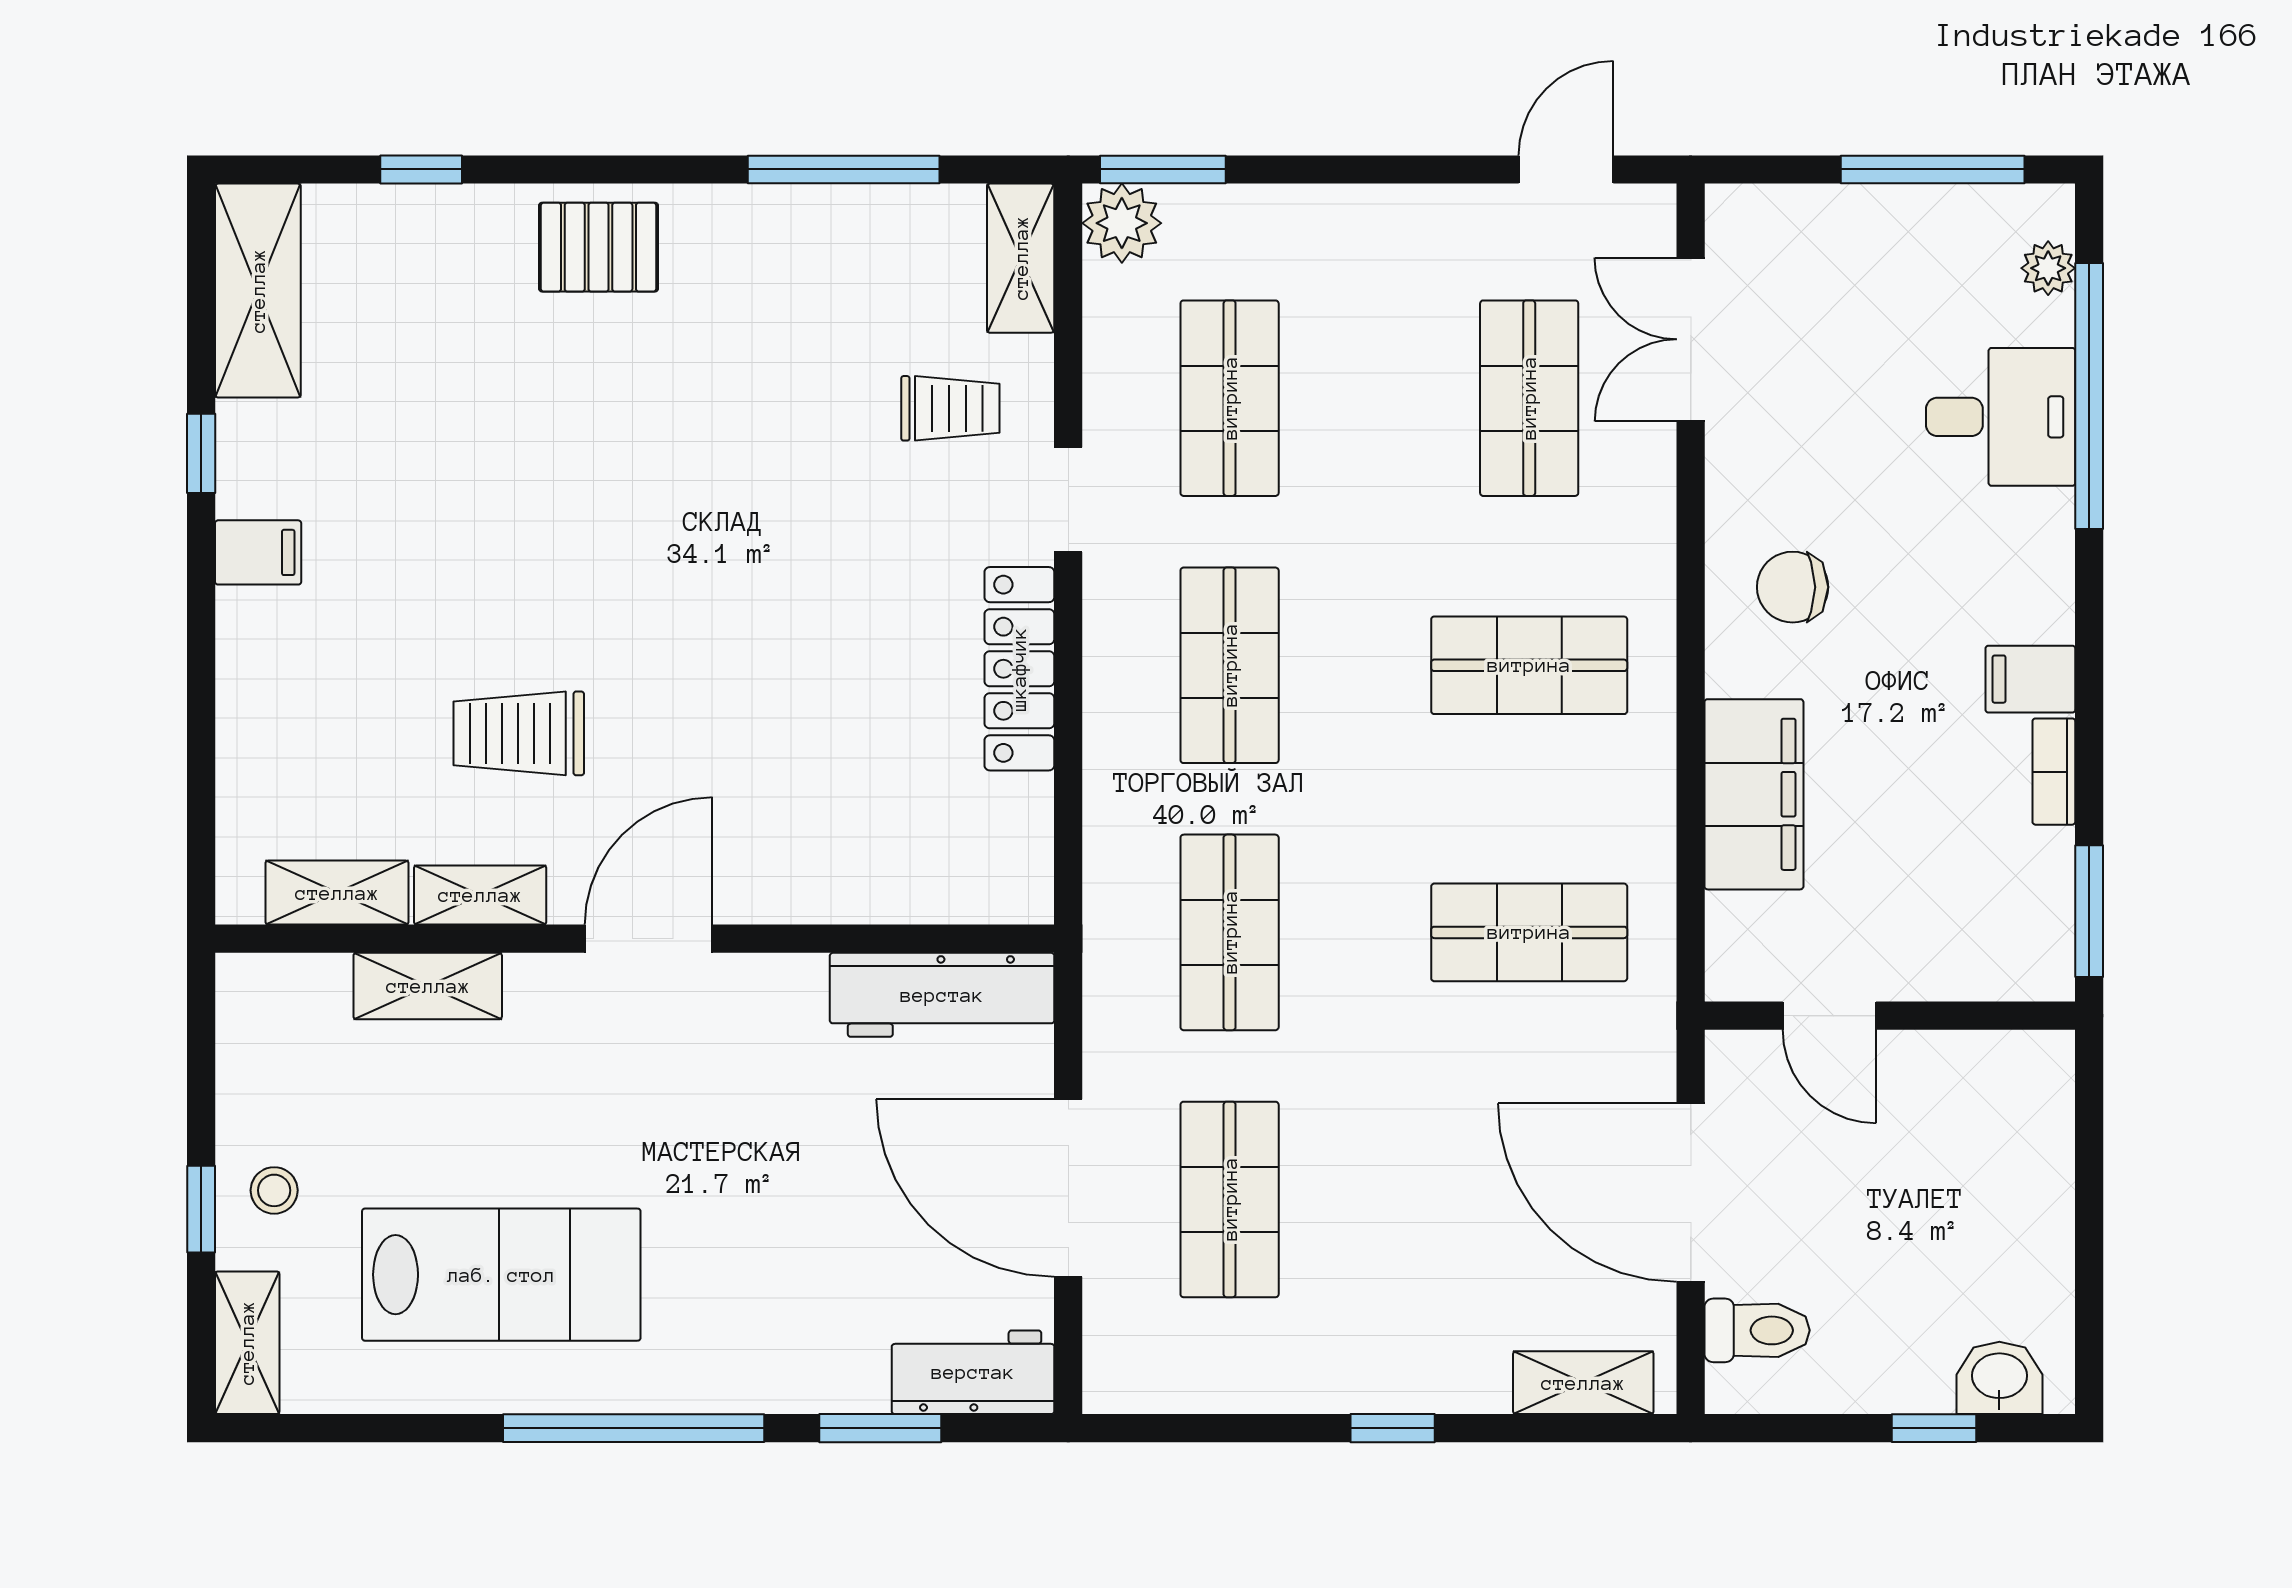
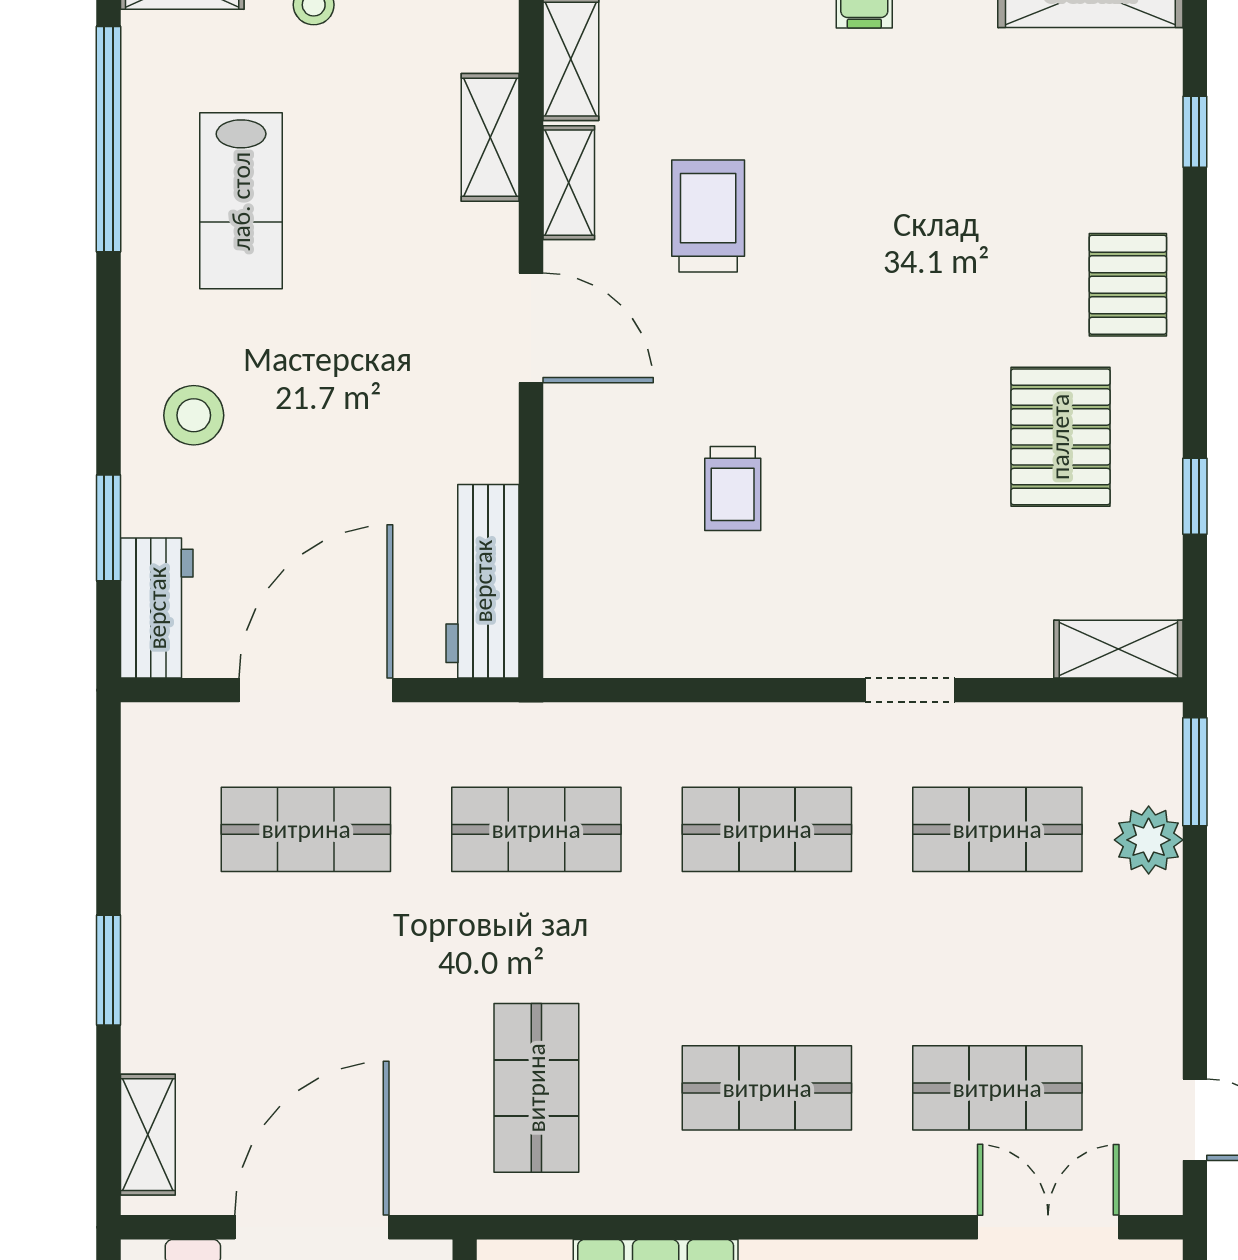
window: (844, 169) -> (1195, 496), width x0.46
plant: (1122, 223) -> (1149, 840), moved
pallet: (775, 325) -> (1060, 437), added
trolley: (950, 408) -> (733, 489), moved
shop shelf: (1529, 665) -> (767, 1088), turned 90
locker: (1019, 669) -> (764, 648), removed
lab bench: (501, 1275) -> (241, 201), width x0.73, depth x0.72
stool: (750, 1329) -> (194, 415), added
window: (634, 1428) -> (108, 139), moved
window: (1393, 1428) -> (108, 970), width x1.50

